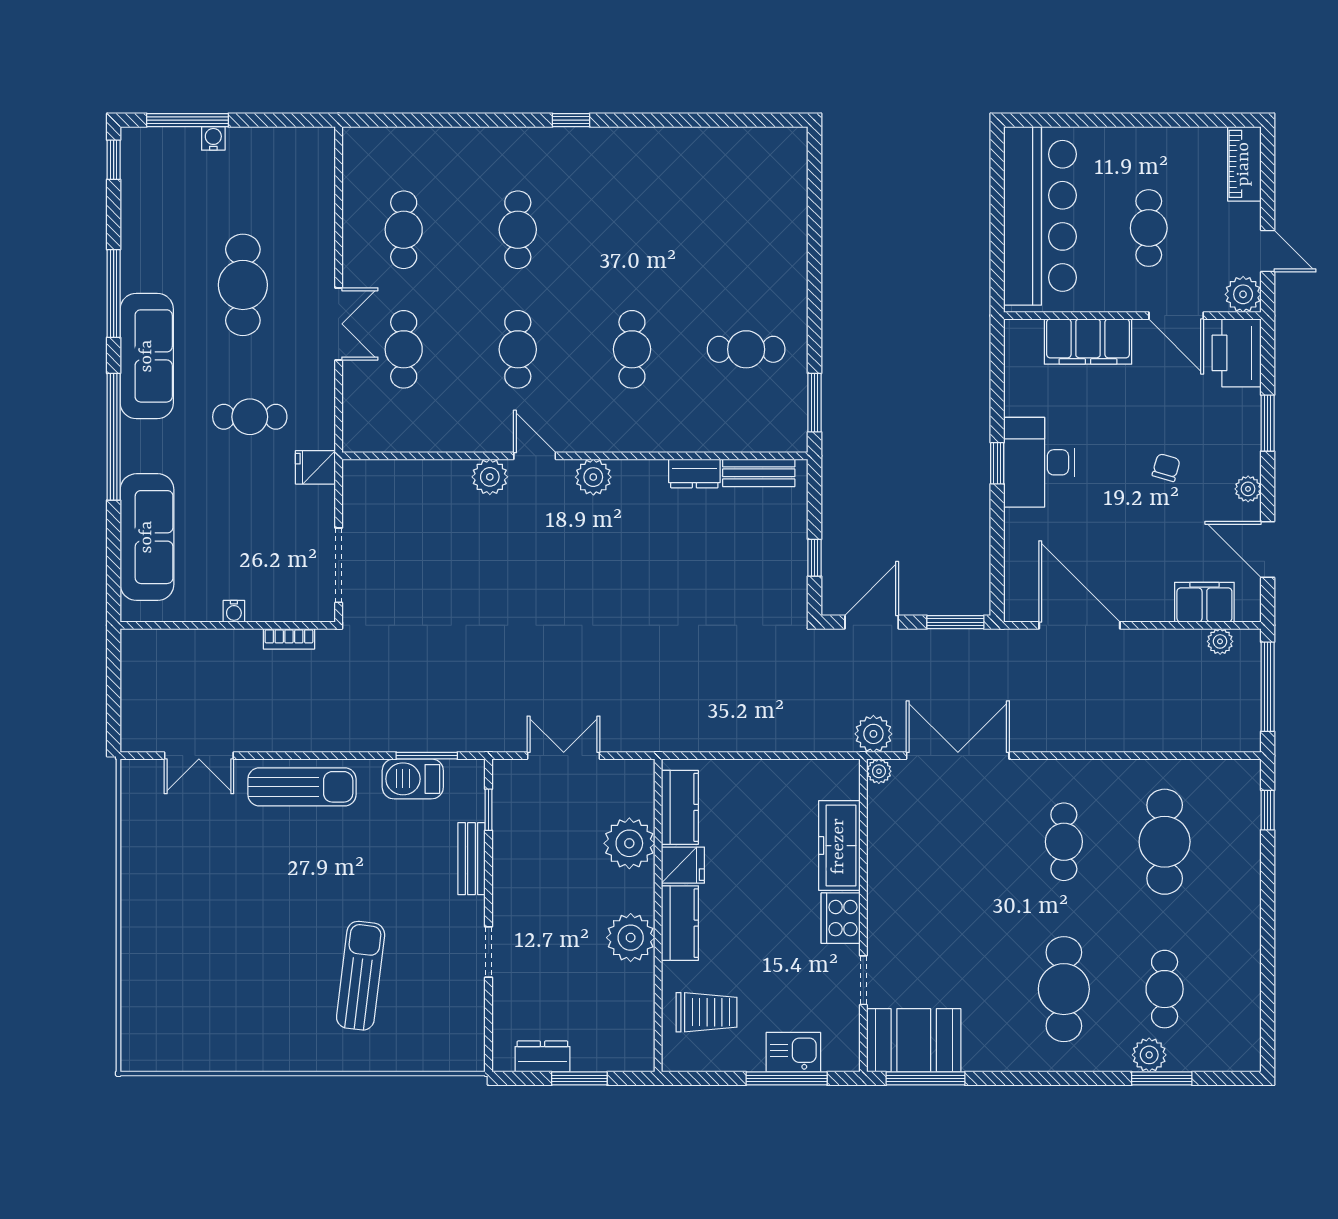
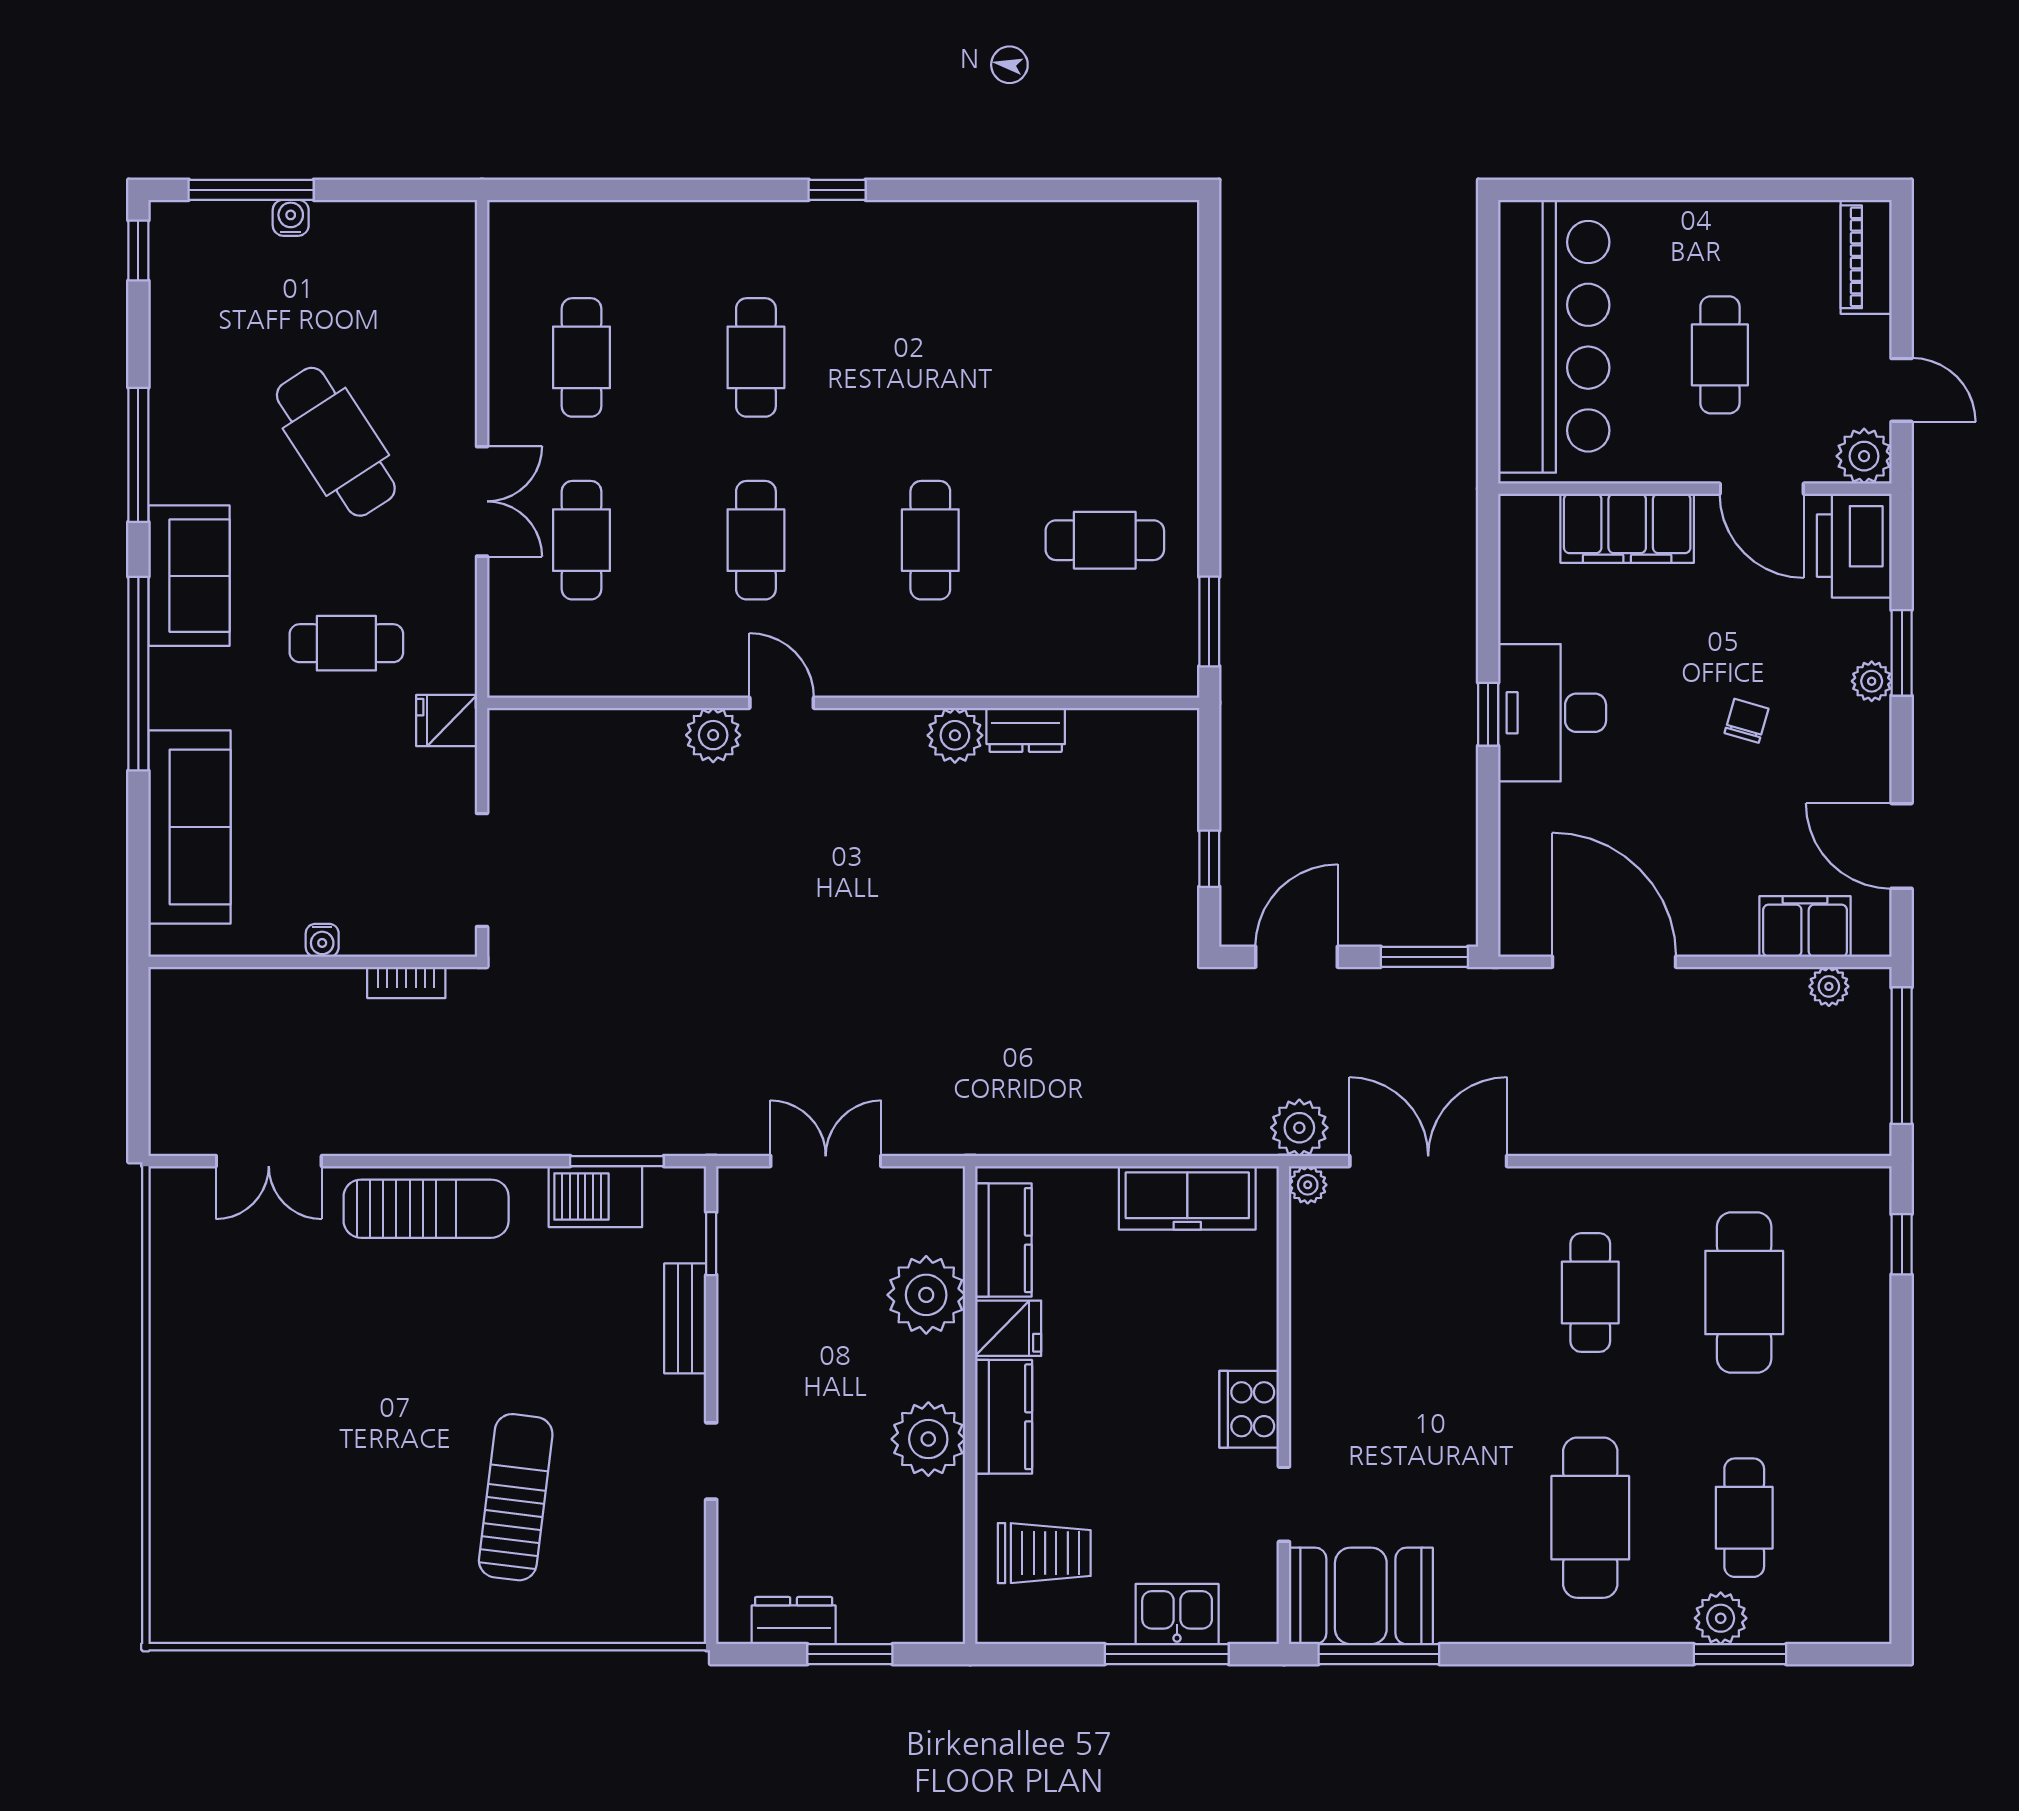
cafe table: (243, 285) -> (336, 442), turned -33
sofa: (147, 356) -> (189, 576), width x0.73
bench: (759, 473) -> (1124, 729), removed
plant: (593, 477) -> (955, 735), moved
plant: (1248, 489) -> (1872, 681), moved
freezer: (839, 846) -> (1187, 1198), moved, turned -90

